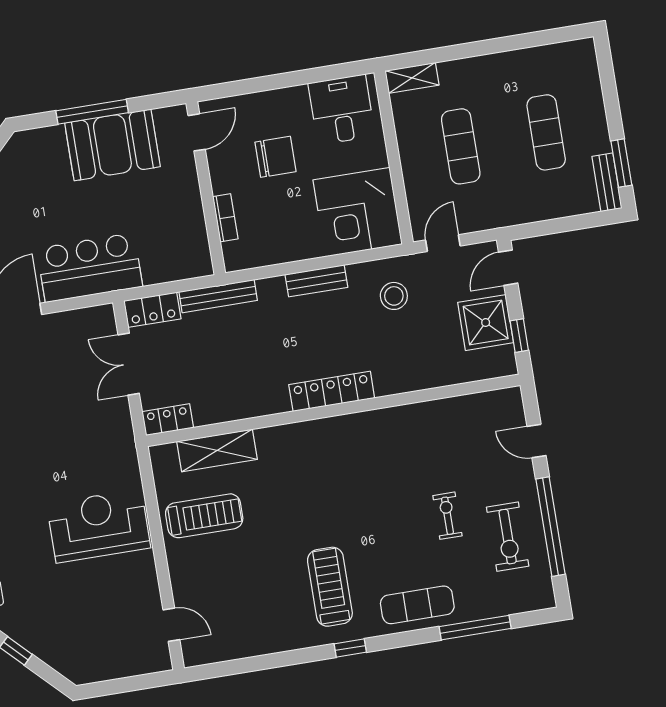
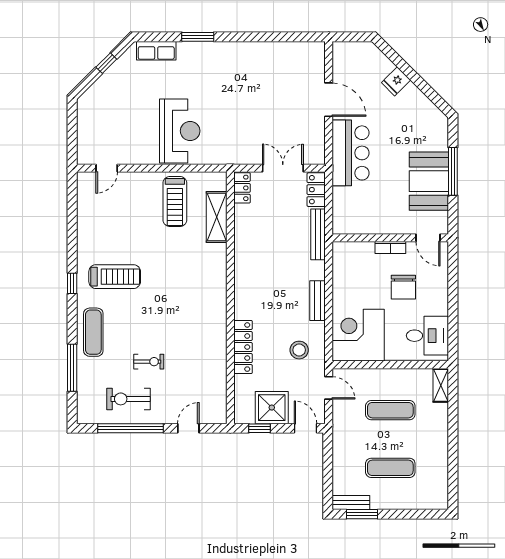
bookcase: (225, 218) -> (390, 248), moved
locker: (332, 391) -> (243, 347), moved

